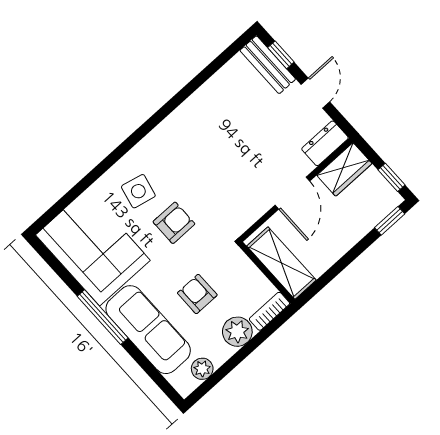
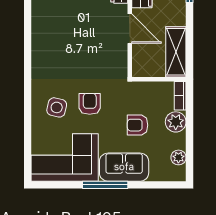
shelving: (281, 263) -> (176, 52), moved, turned 90
sofa: (148, 330) -> (124, 167), width x0.73

